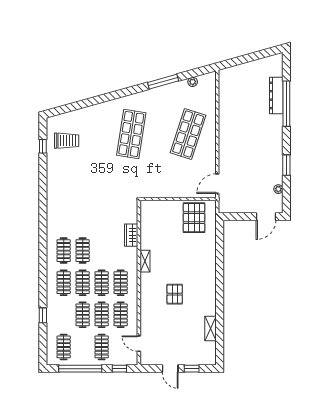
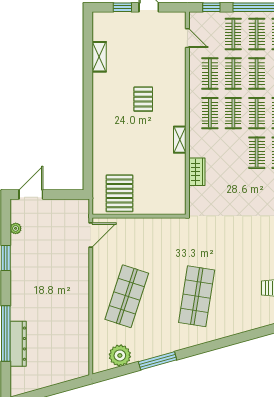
plant: (193, 82) -> (120, 355), width x1.88, depth x1.88
clothes rail: (83, 347) -> (257, 34), added

